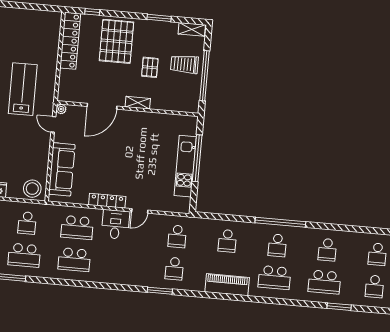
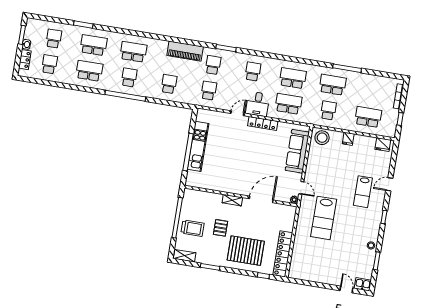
pallet: (116, 41) -> (246, 251), turned 90
school desk: (327, 250) -> (89, 71), width x1.85
school desk: (124, 264) -> (253, 72), added
piano: (227, 285) -> (185, 51), moved

